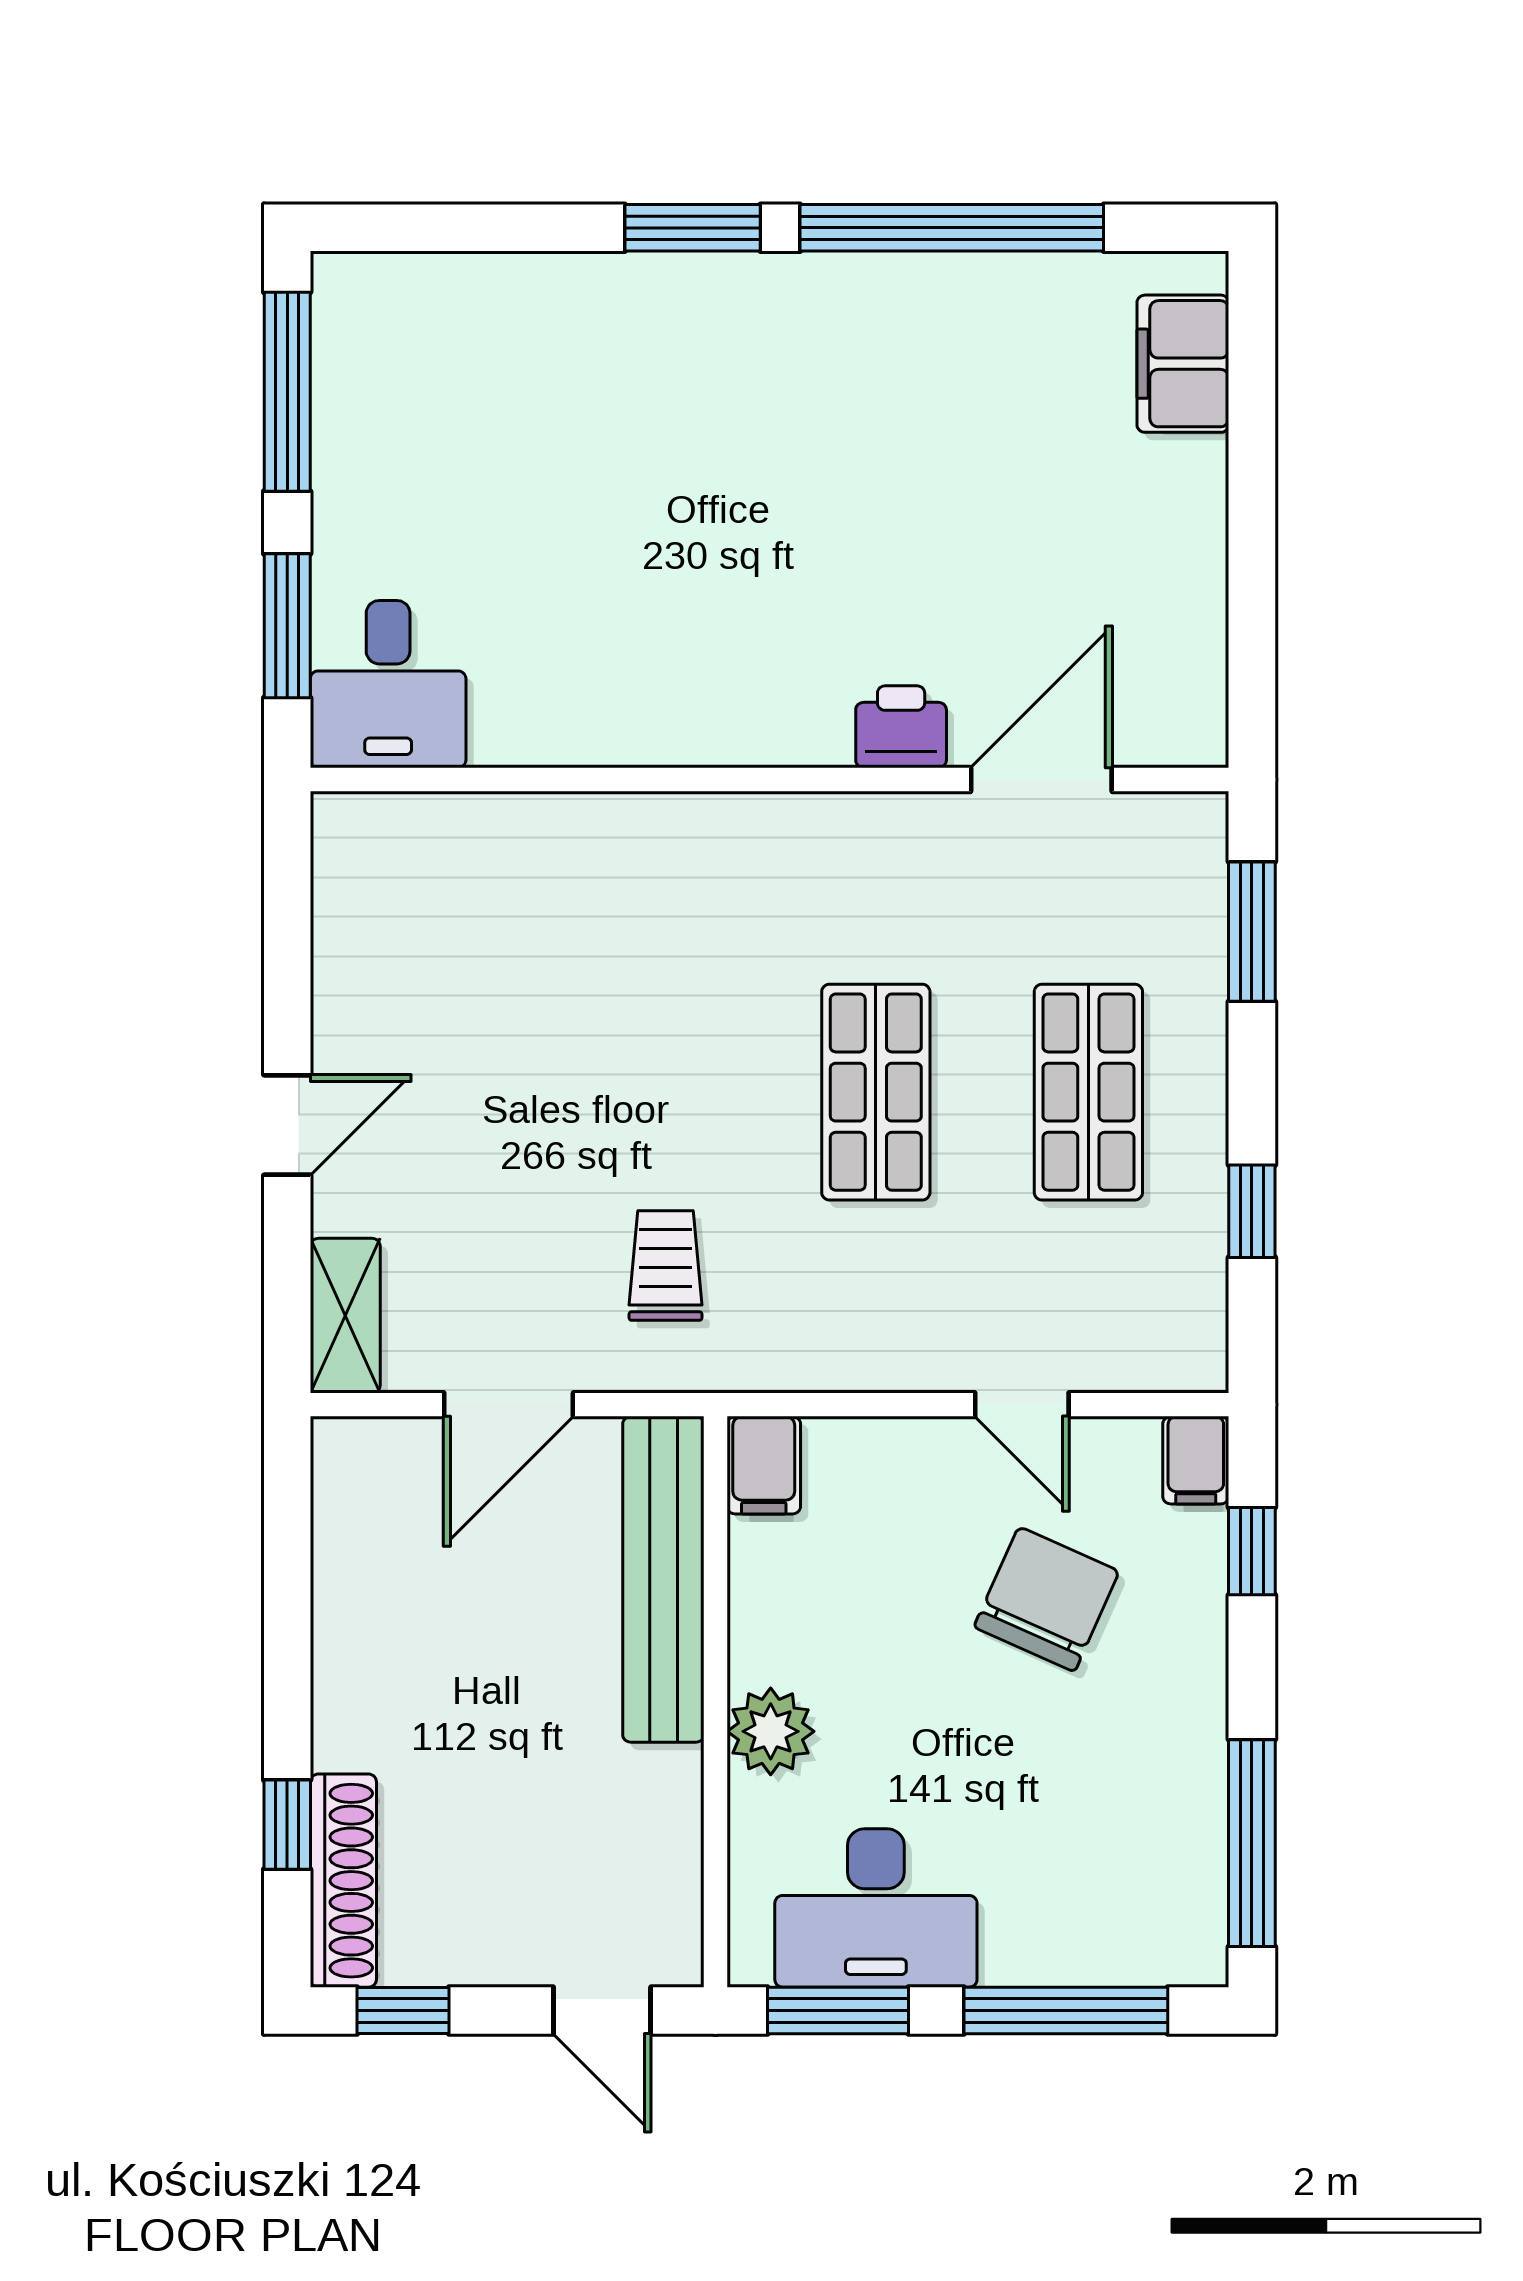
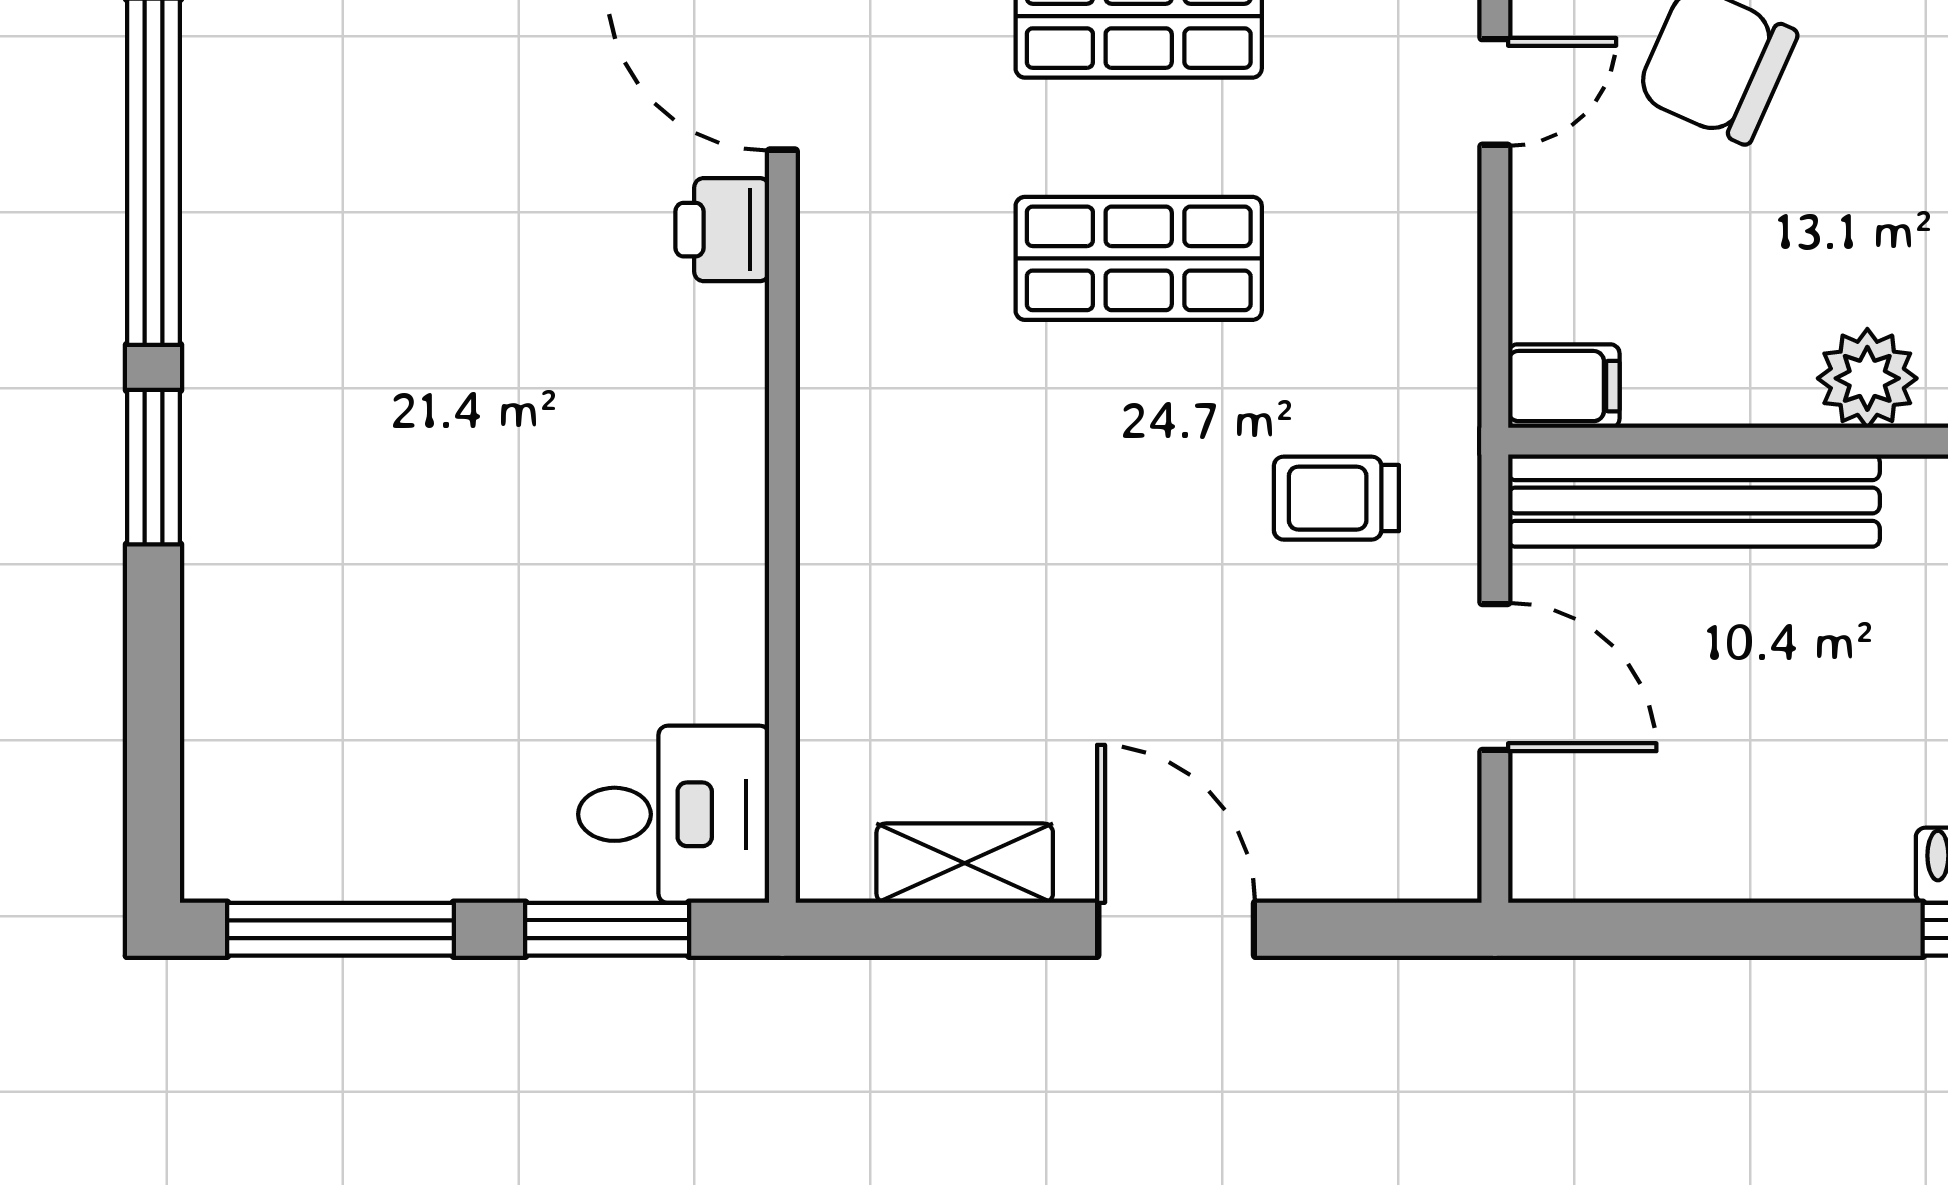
door: (287, 1125) -> (1176, 929), width x1.38
shelving: (345, 1316) -> (965, 863), moved

